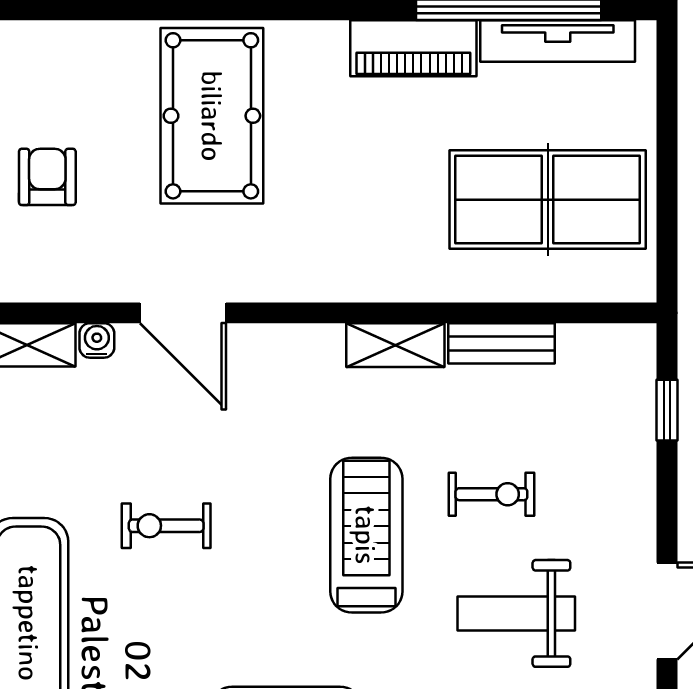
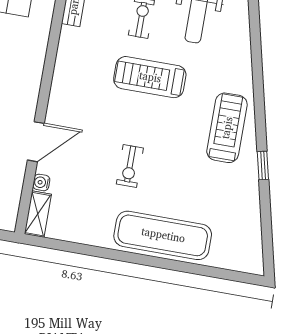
shelving: (395, 345) -> (67, 49), removed

